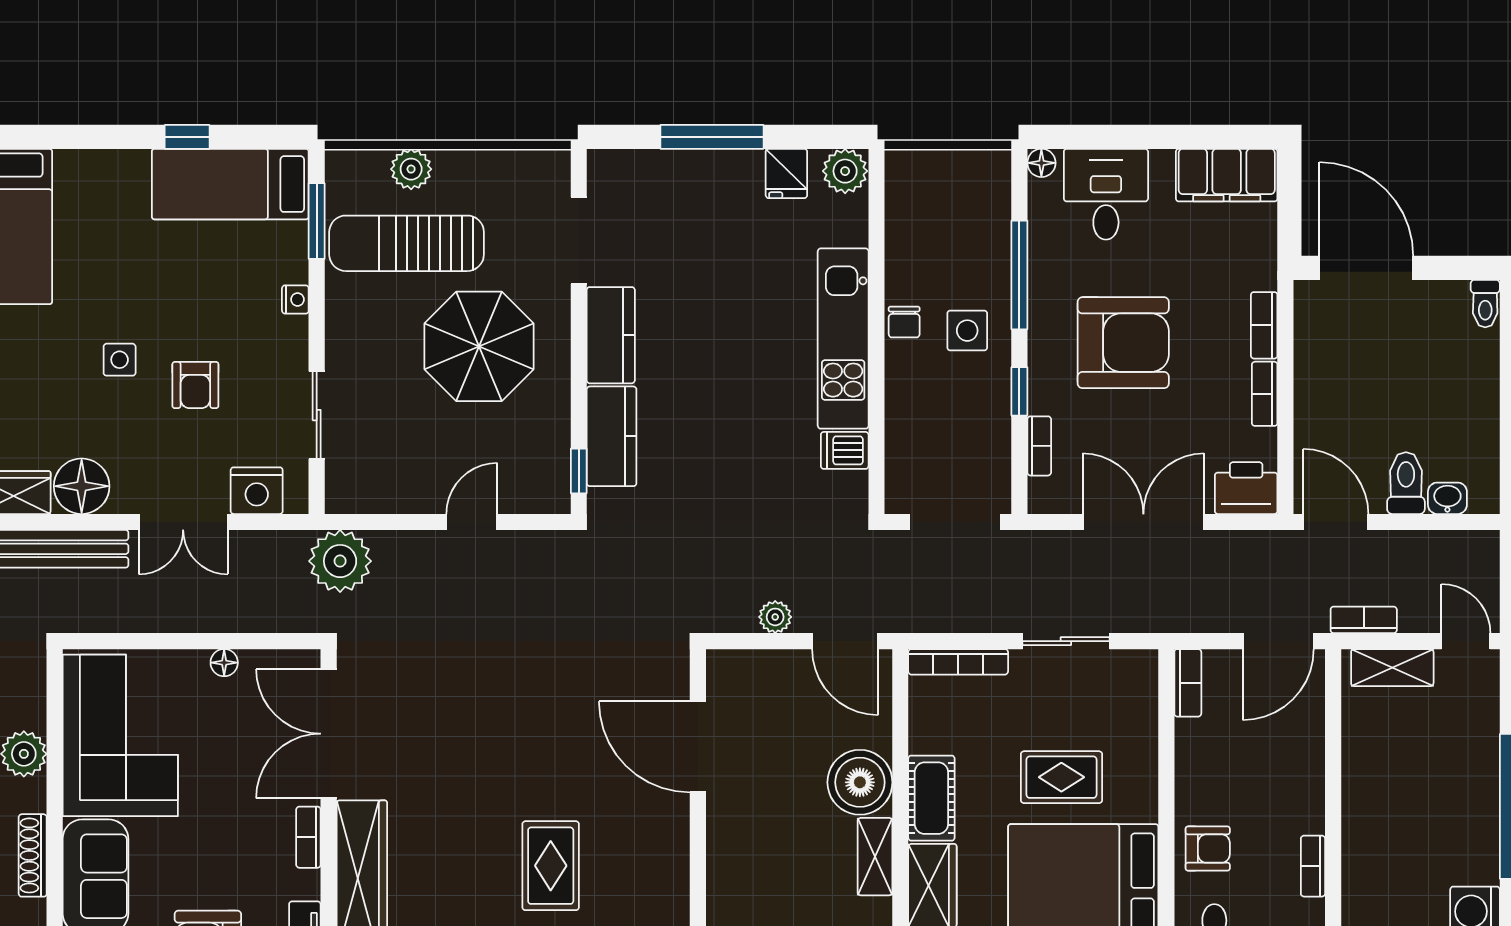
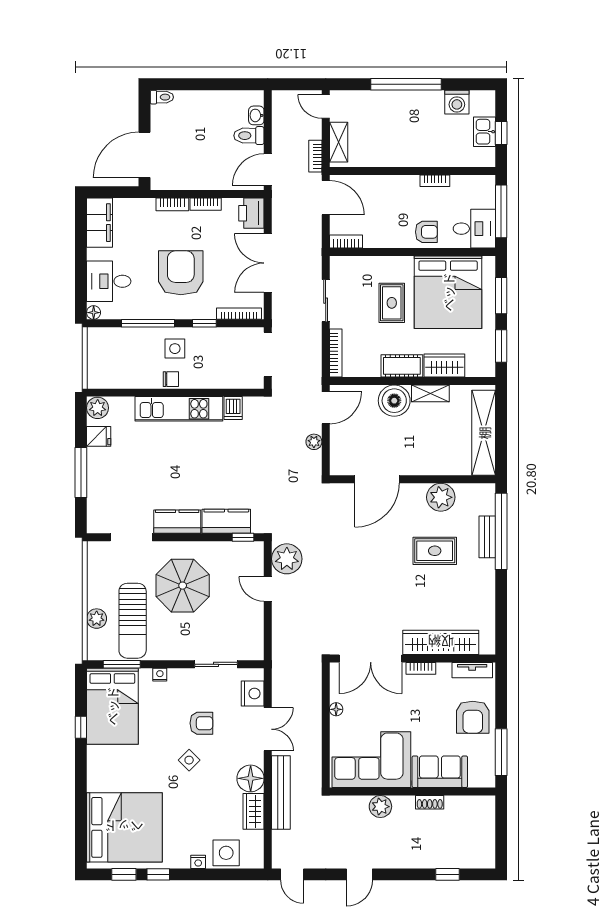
bed: (230, 184) -> (112, 706), width x1.50
side table: (120, 360) -> (189, 760), turned 45
bookcase: (1039, 446) -> (239, 314), width x1.56
plant: (340, 561) -> (287, 559), moved
door: (1466, 641) -> (326, 106), hinge flipped
armchair: (1208, 849) -> (426, 232), turned 90
shoe rack: (33, 855) -> (430, 802), width x0.70
plant: (661, 878) -> (441, 497), added

